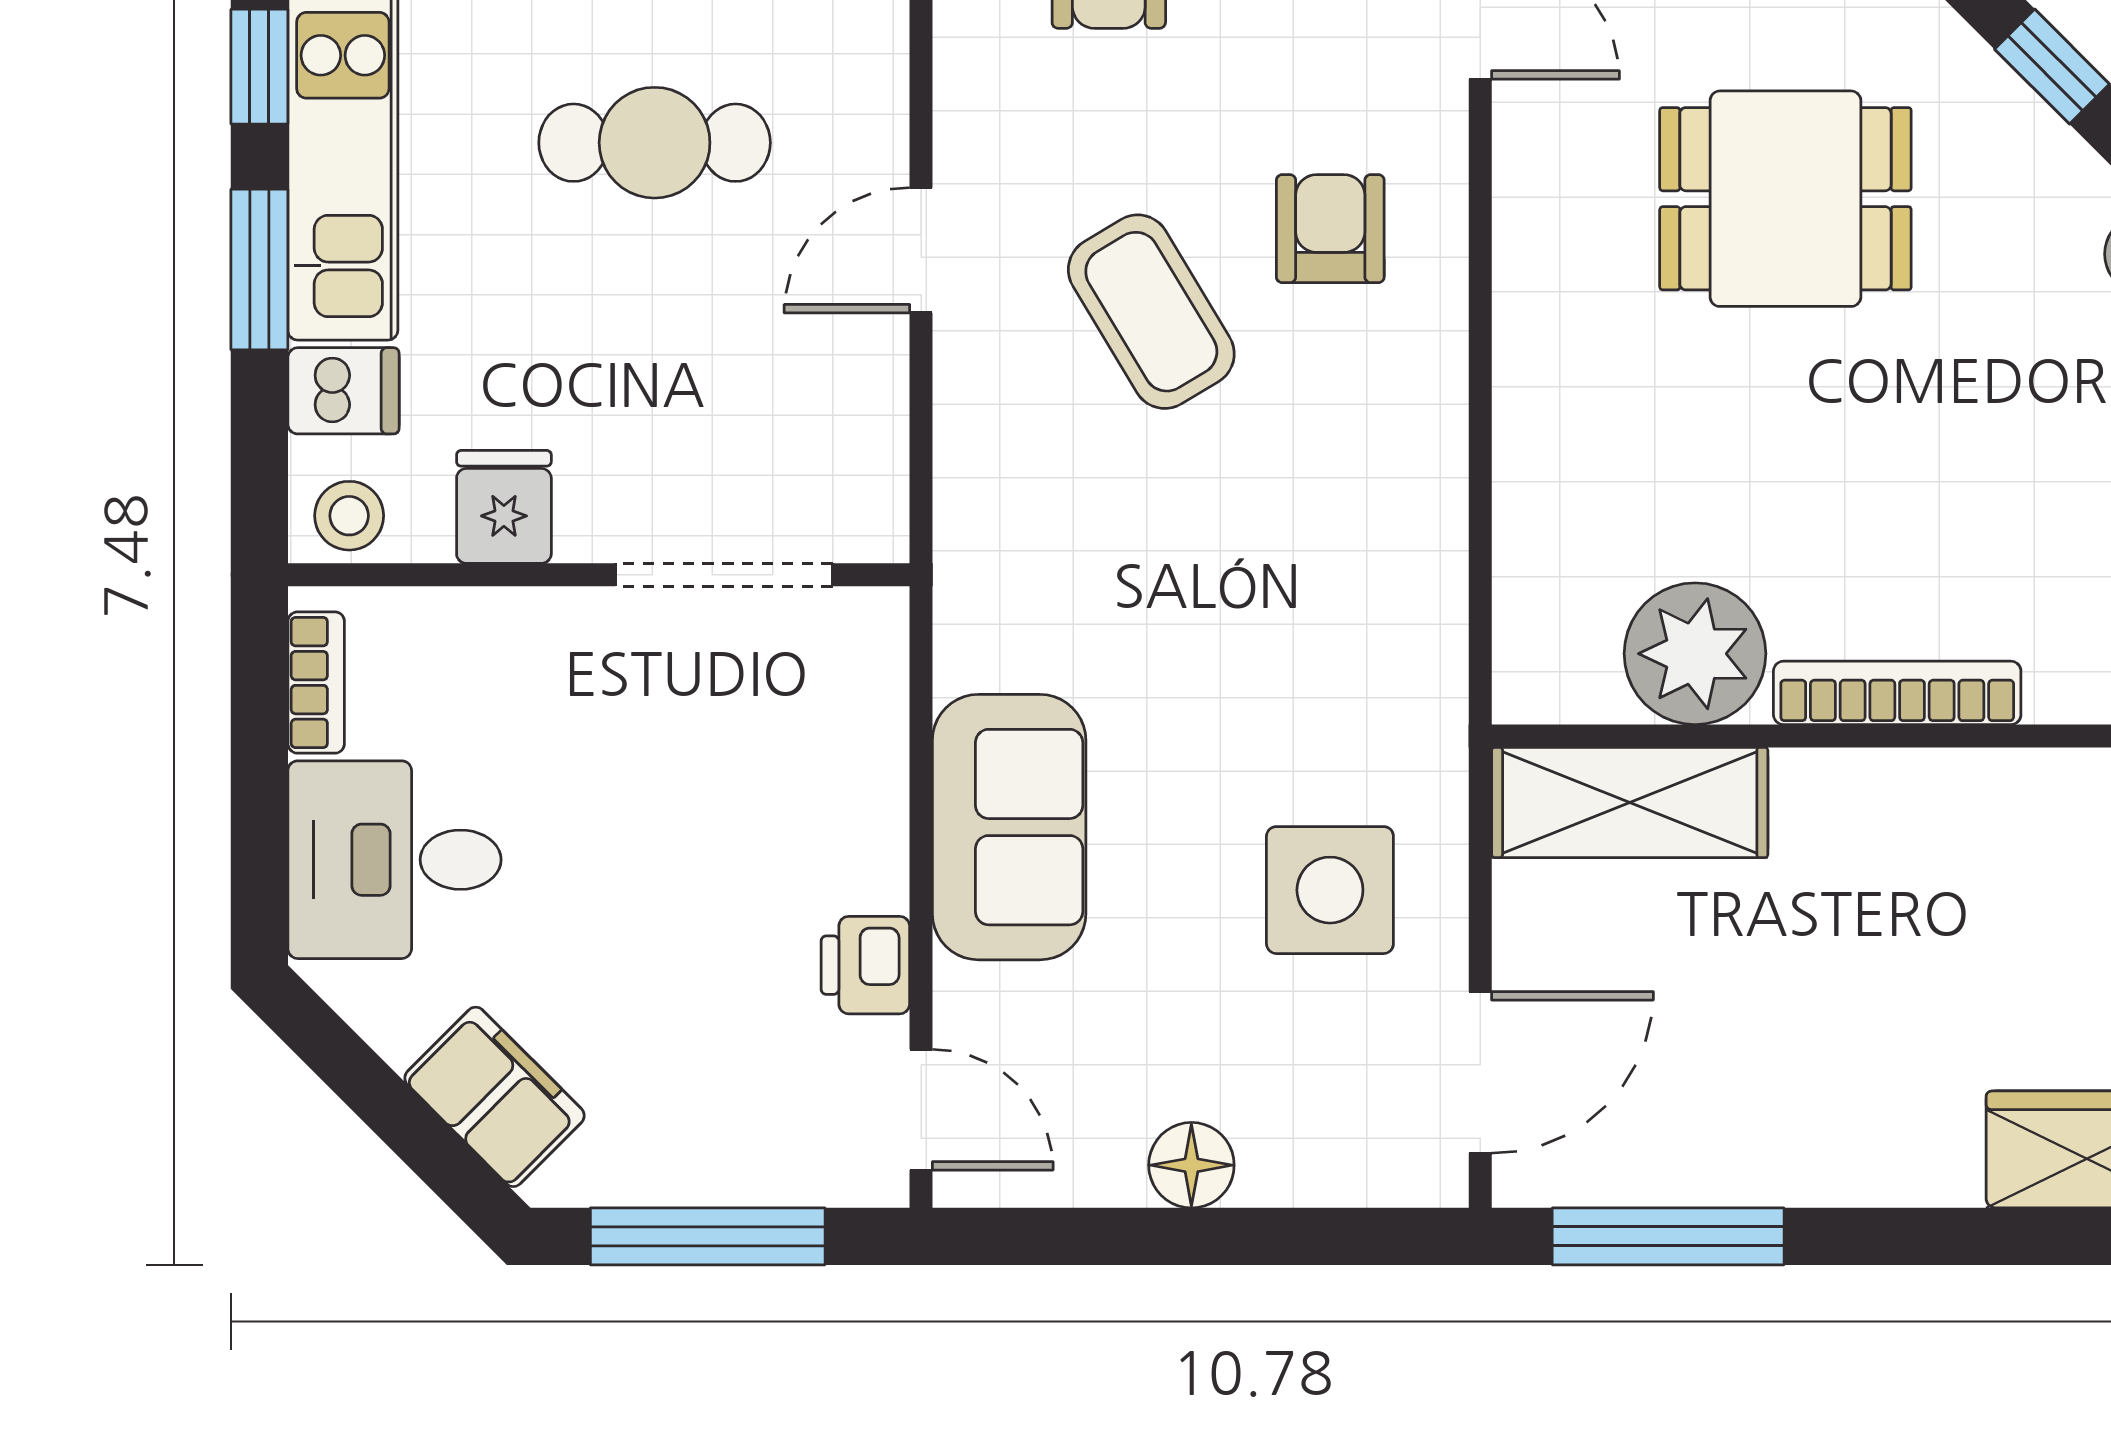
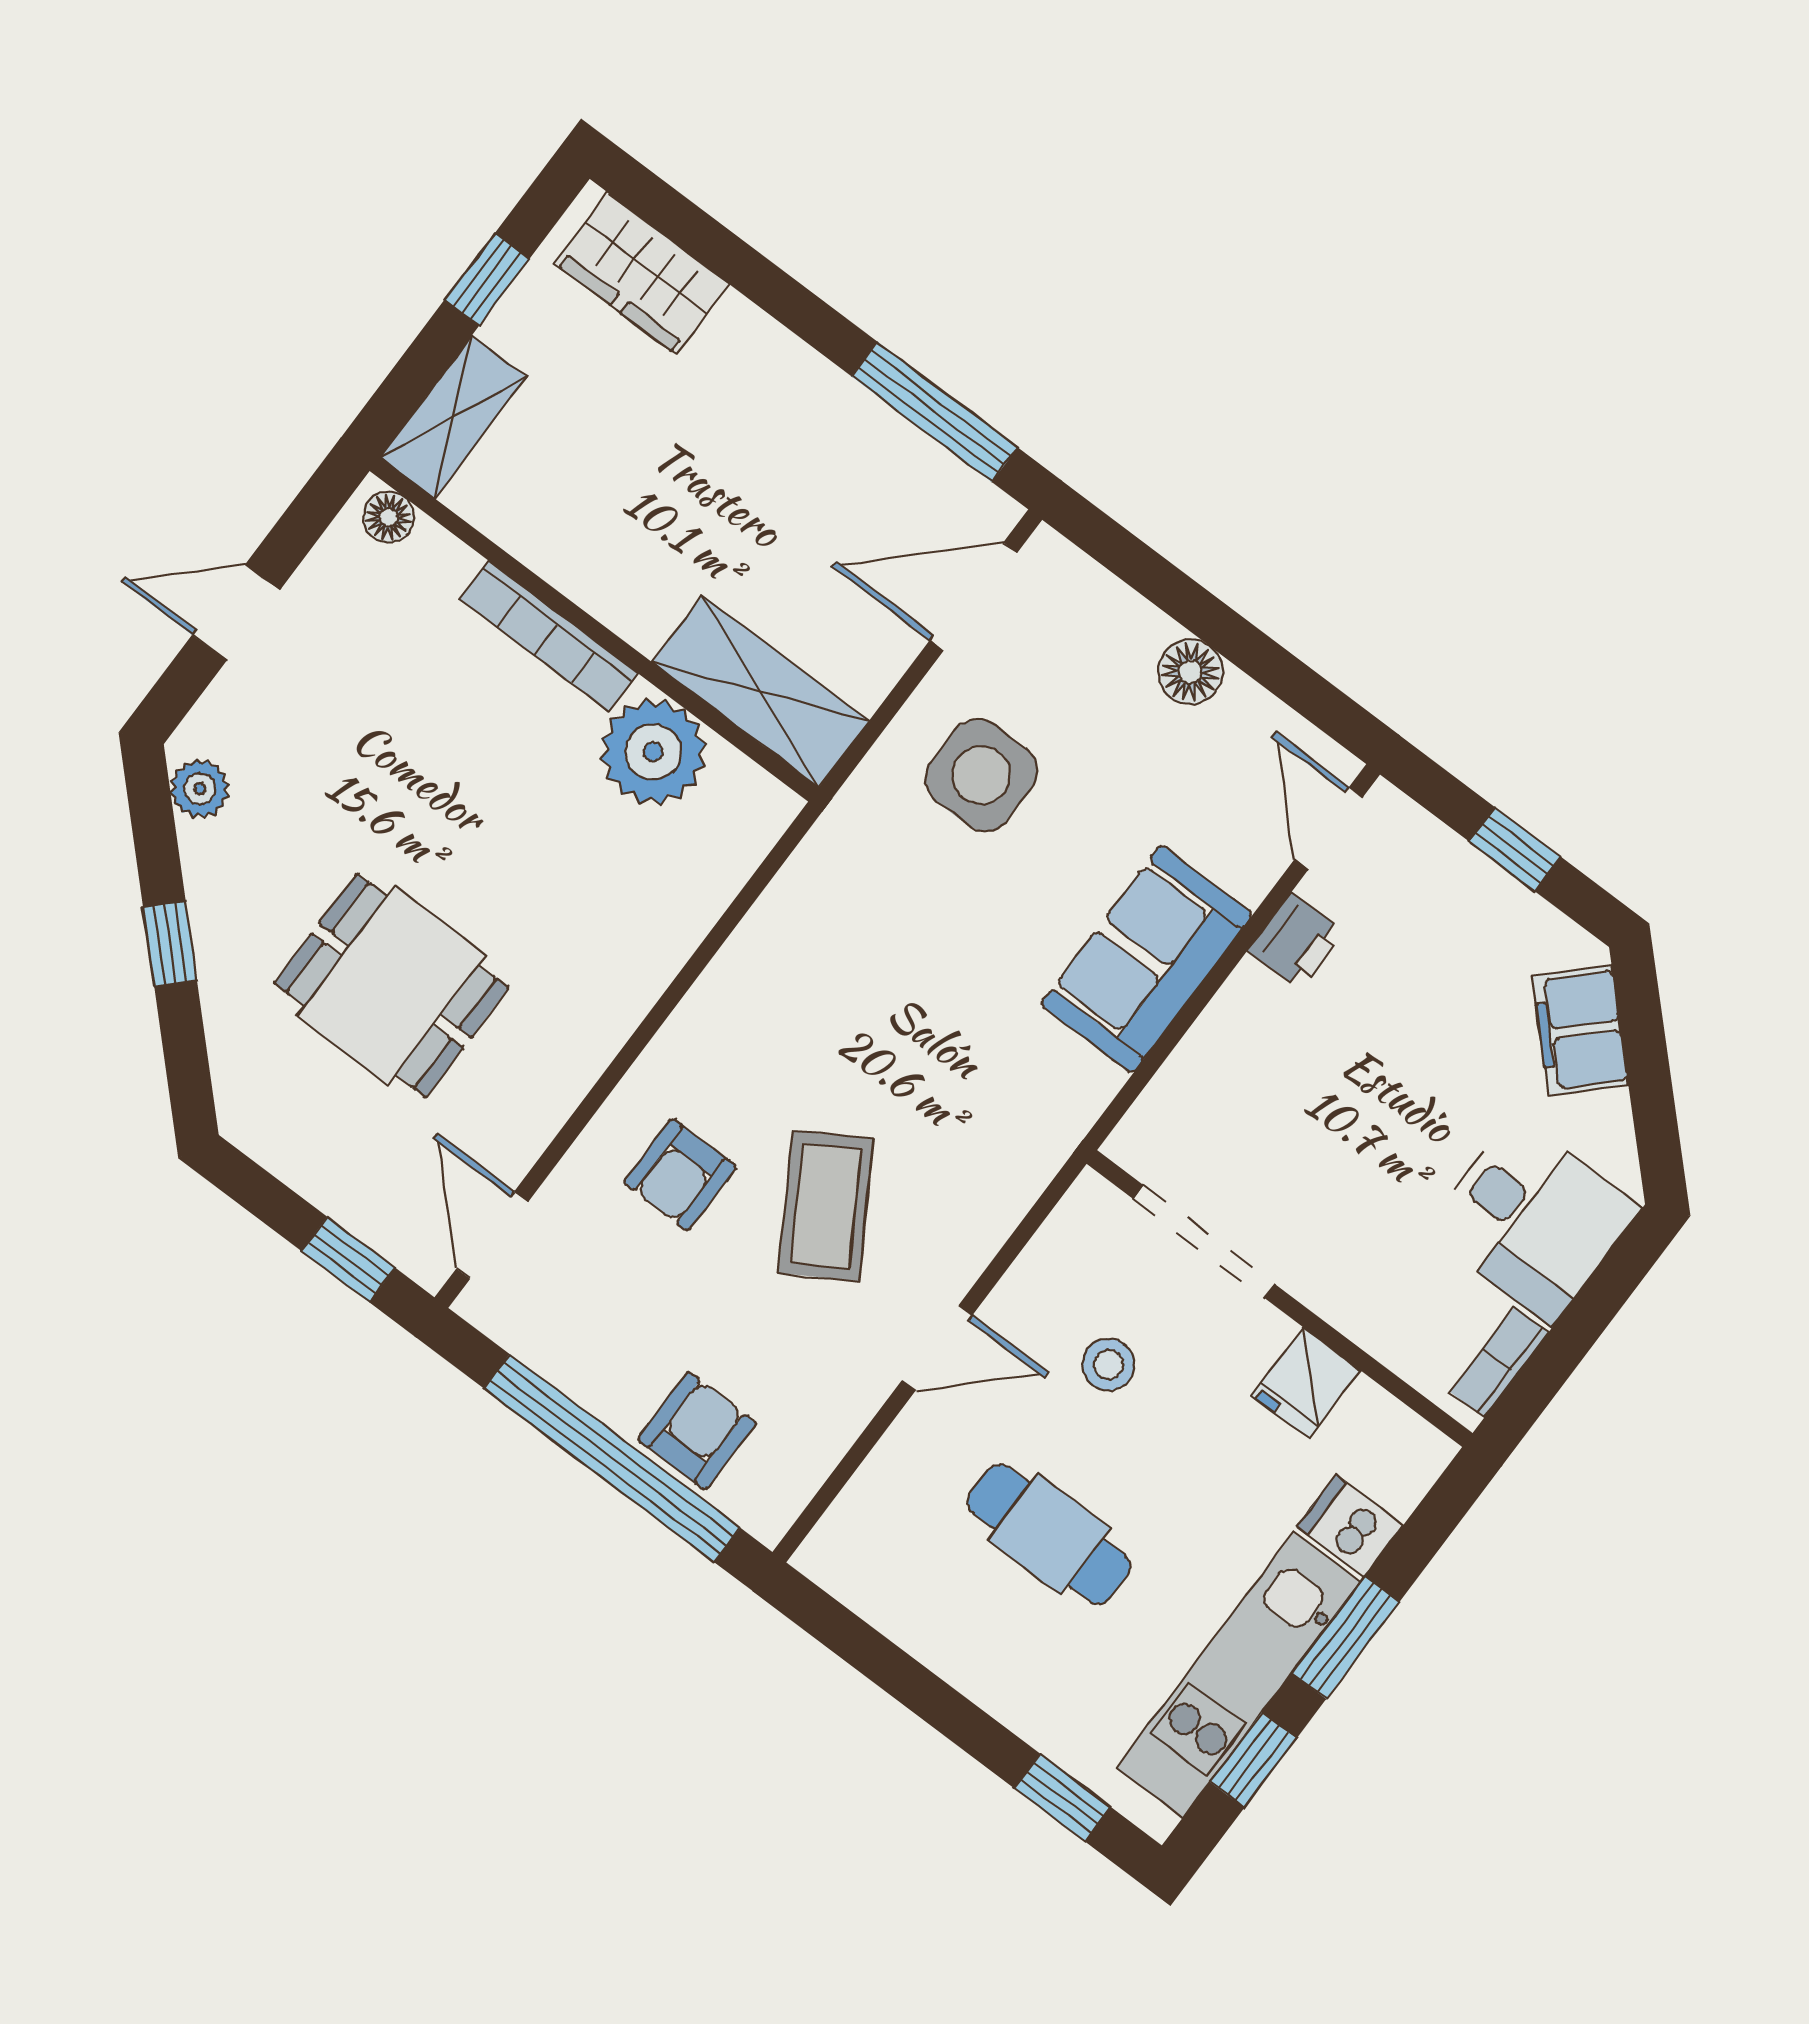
stool: (349, 516) -> (1108, 1364), moved
window: (708, 1236) -> (1515, 849), width x0.46

